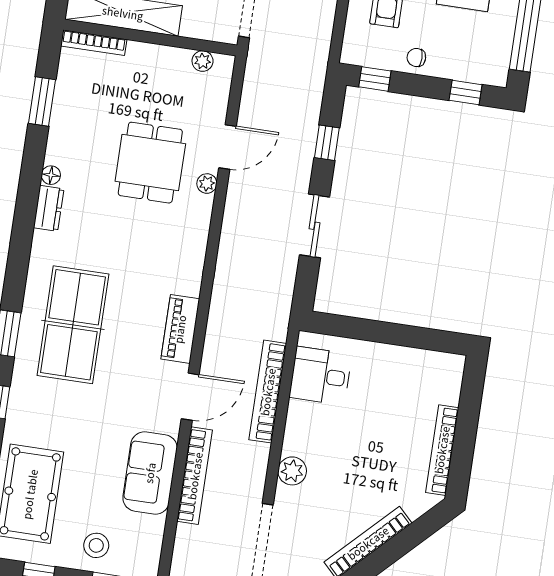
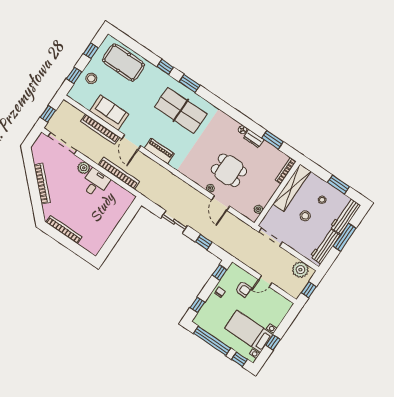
dresser: (49, 208) -> (254, 139), moved
desk: (321, 376) -> (95, 183), moved

